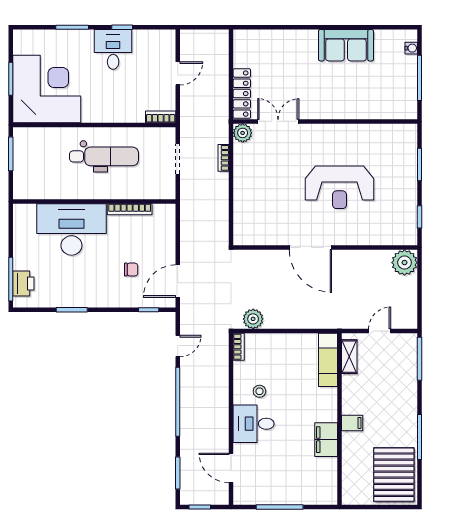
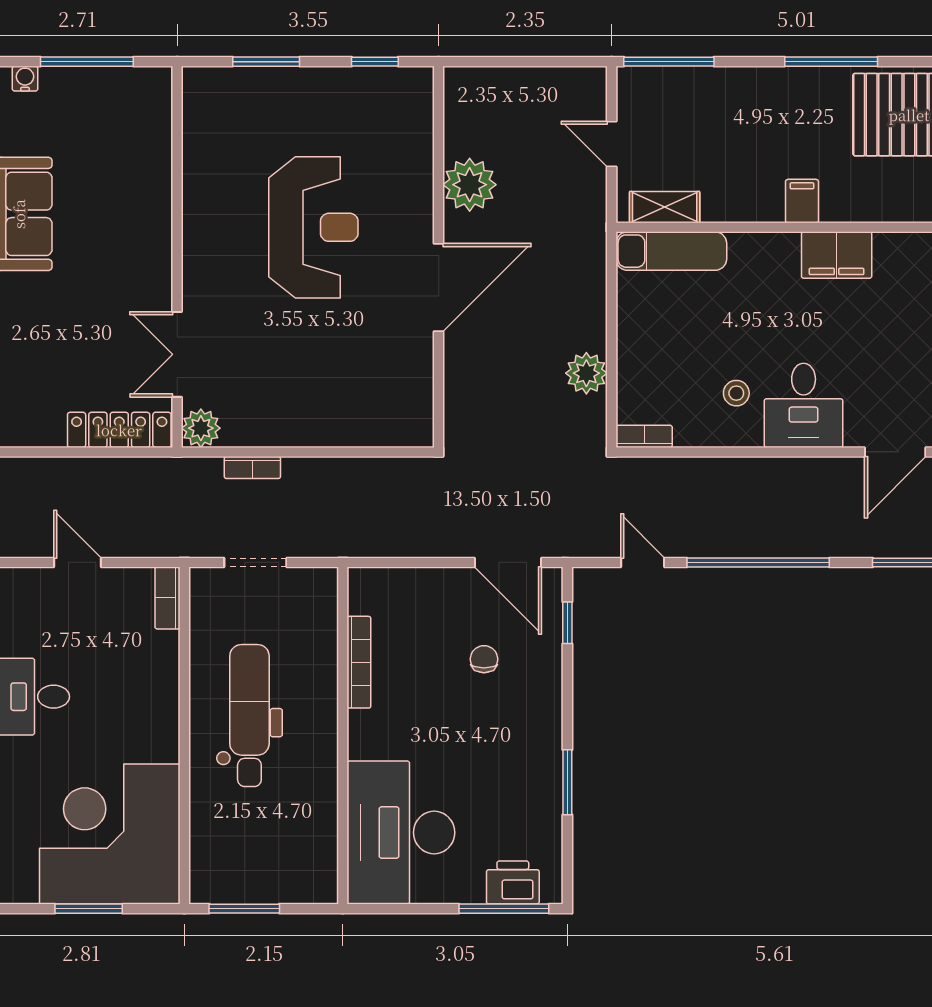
desk: (71, 229) -> (401, 833), moved
plant: (404, 263) -> (470, 185), moved
plant: (253, 319) -> (586, 373), moved

